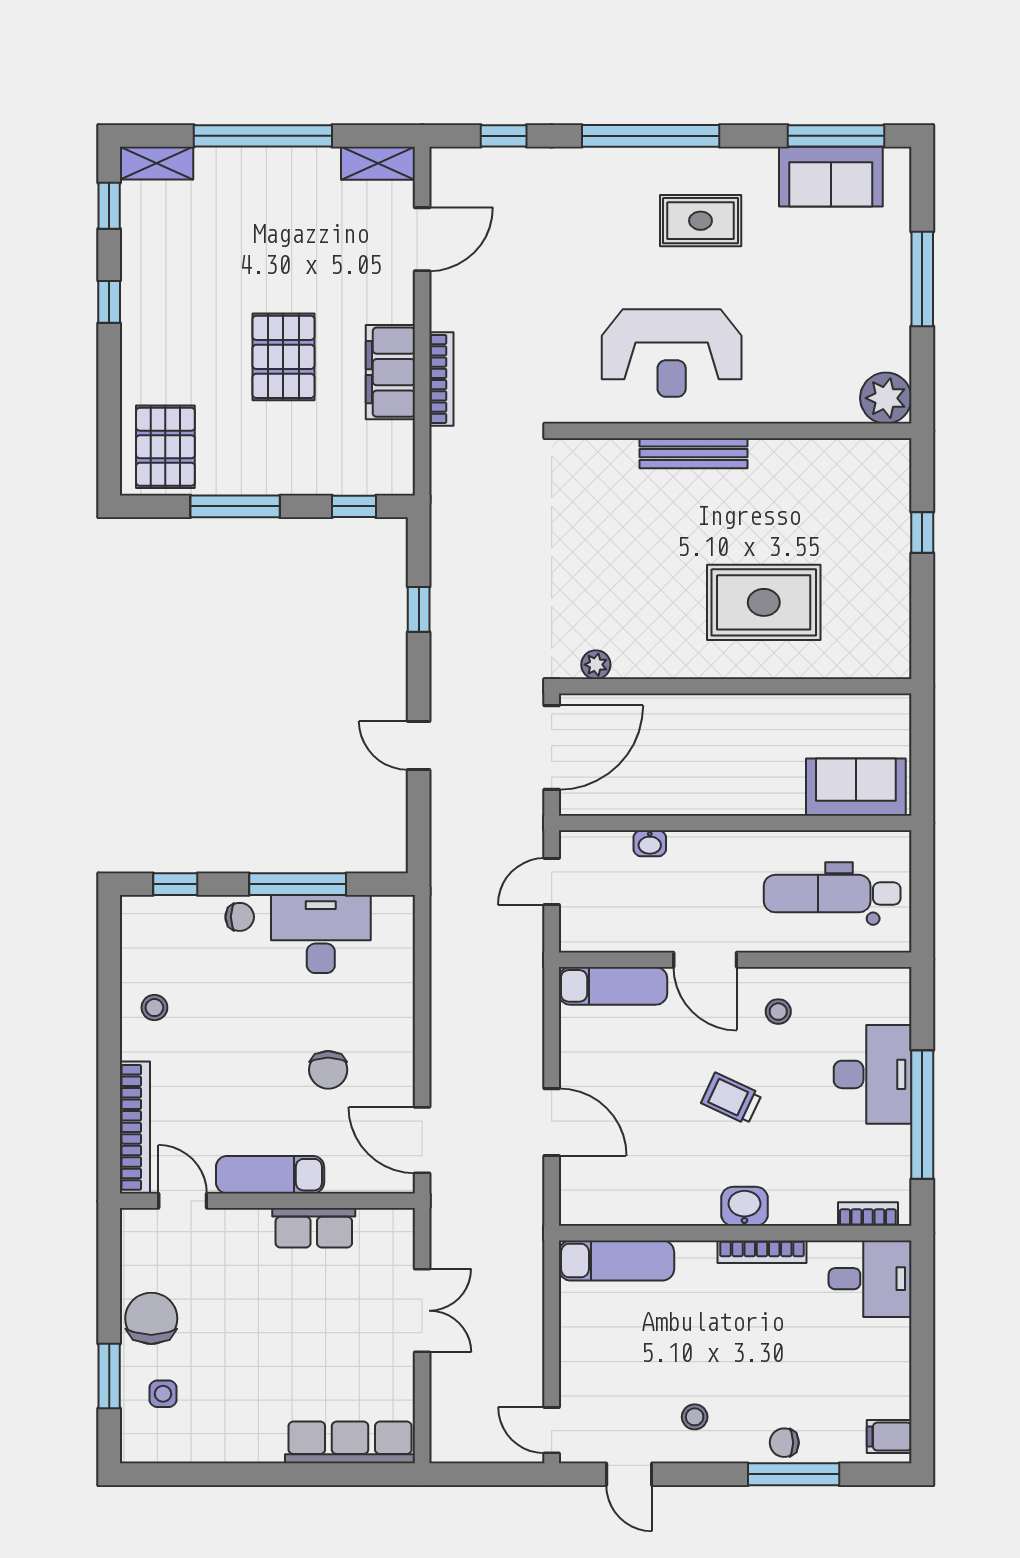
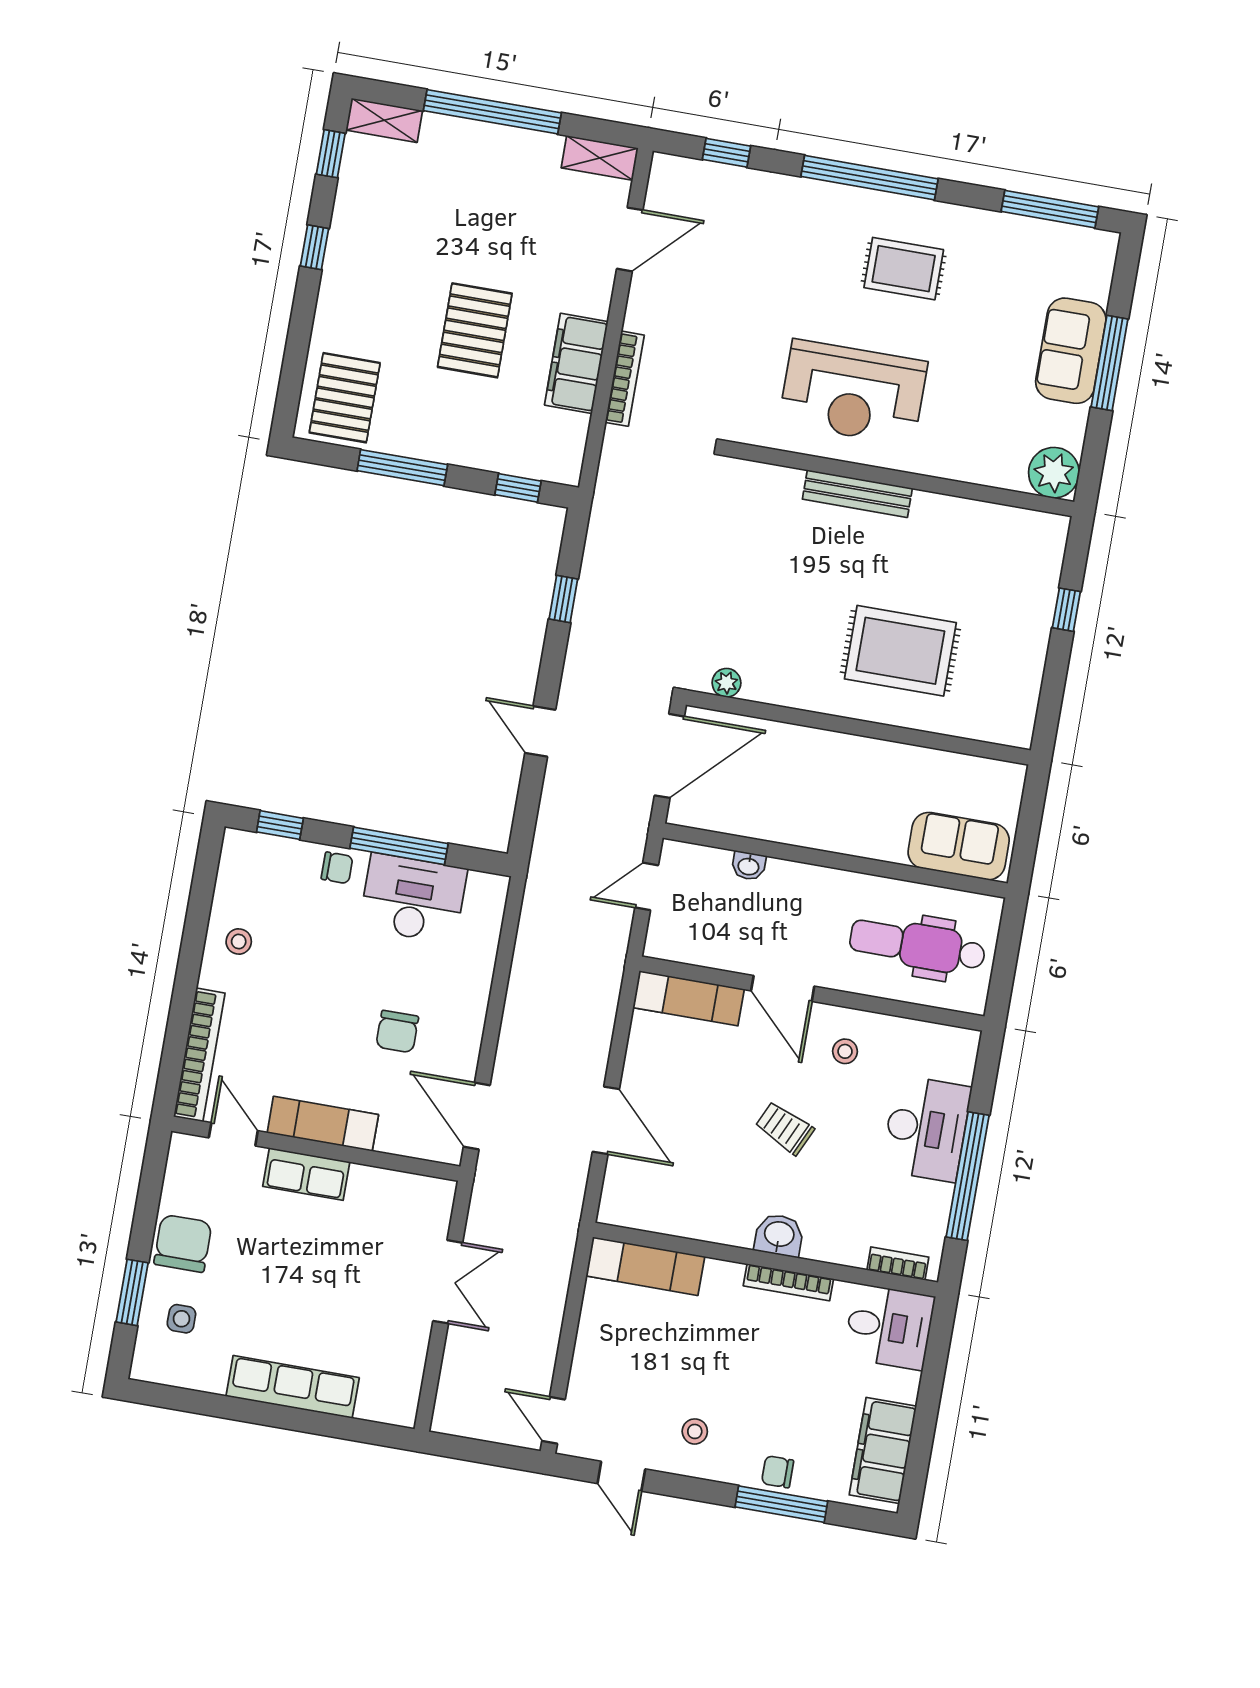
sofa: (831, 177) -> (1071, 351), moved, turned 90
row of seats: (314, 1228) -> (306, 1174), moved
filing cabinet: (889, 1437) -> (883, 1451), width x3.00, depth x1.17
row of seats: (350, 1442) -> (293, 1387), moved

